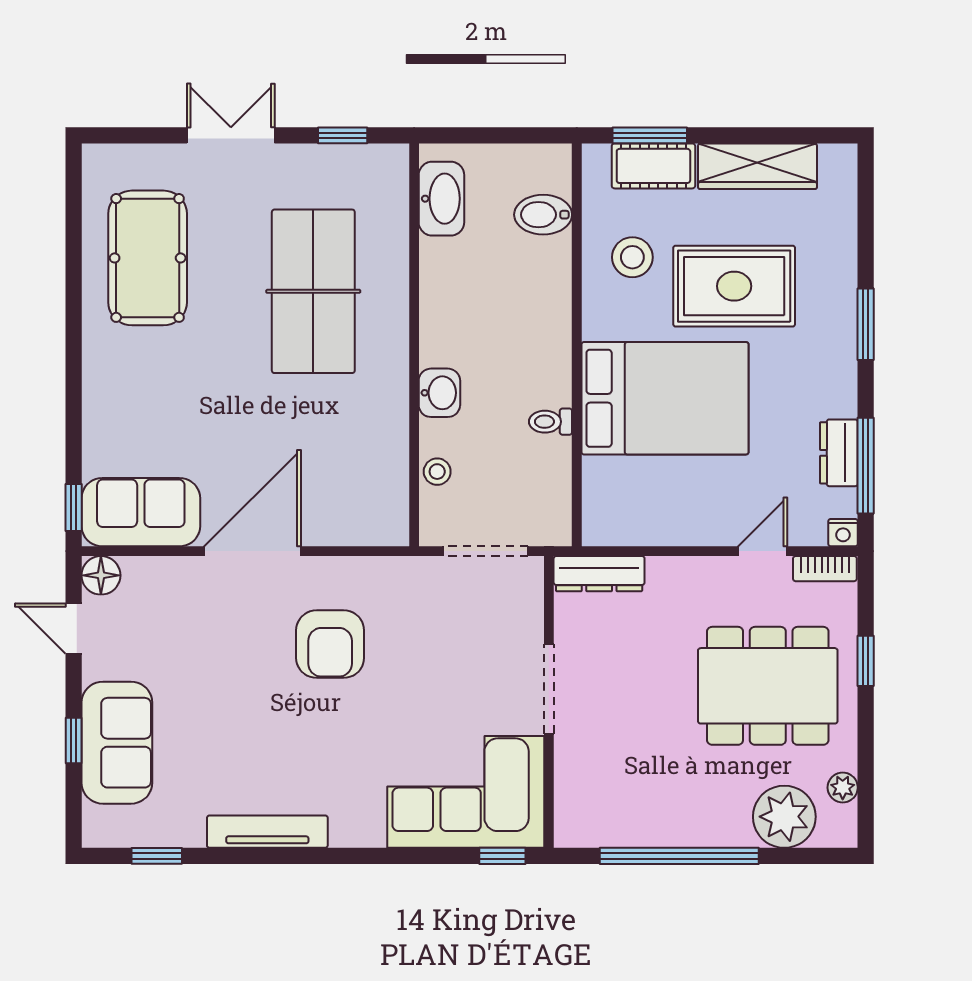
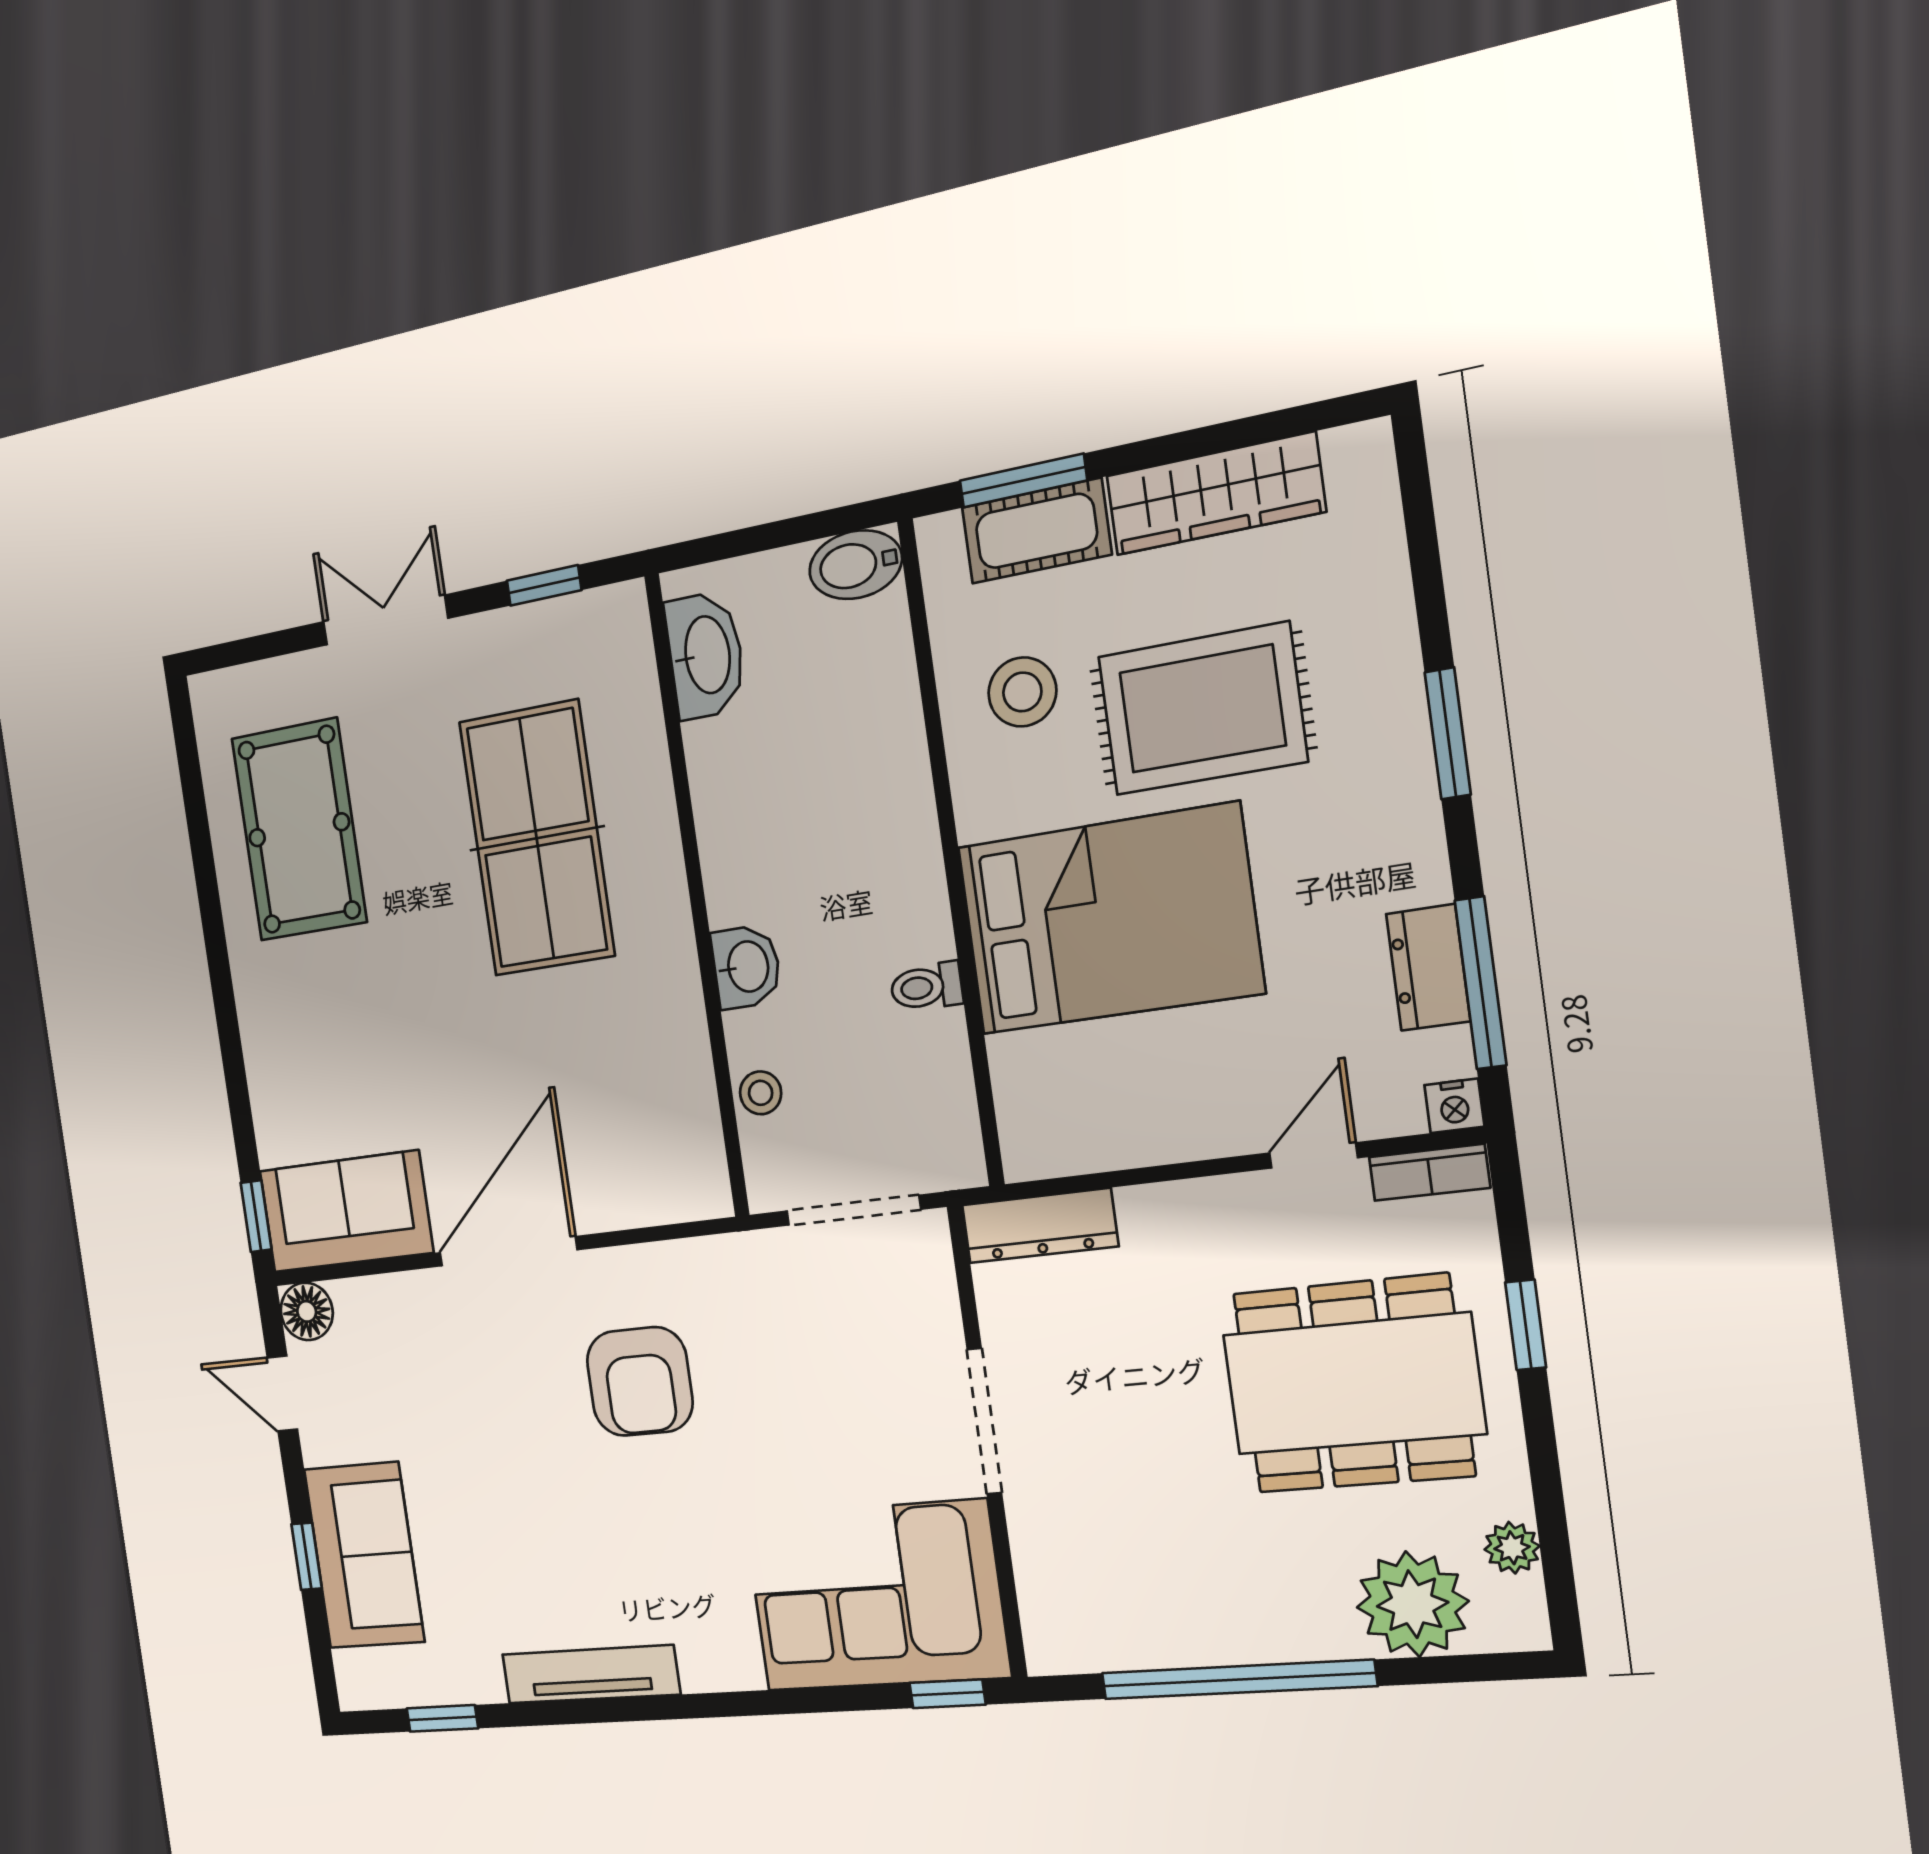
bidet: (543, 215) -> (856, 565), moved

